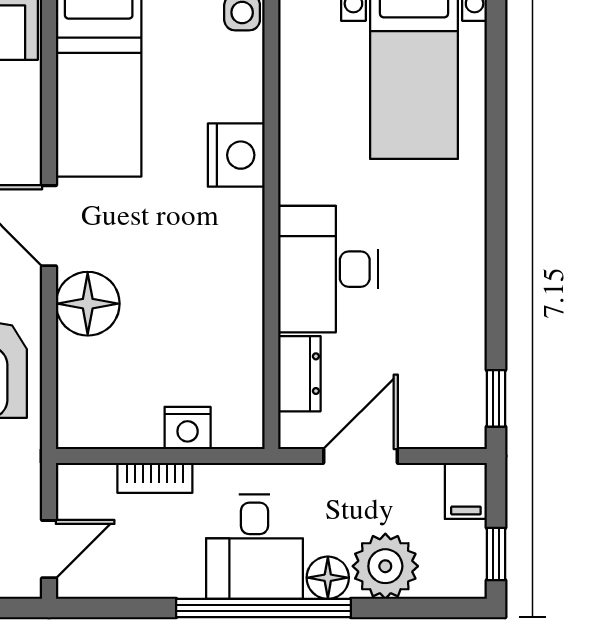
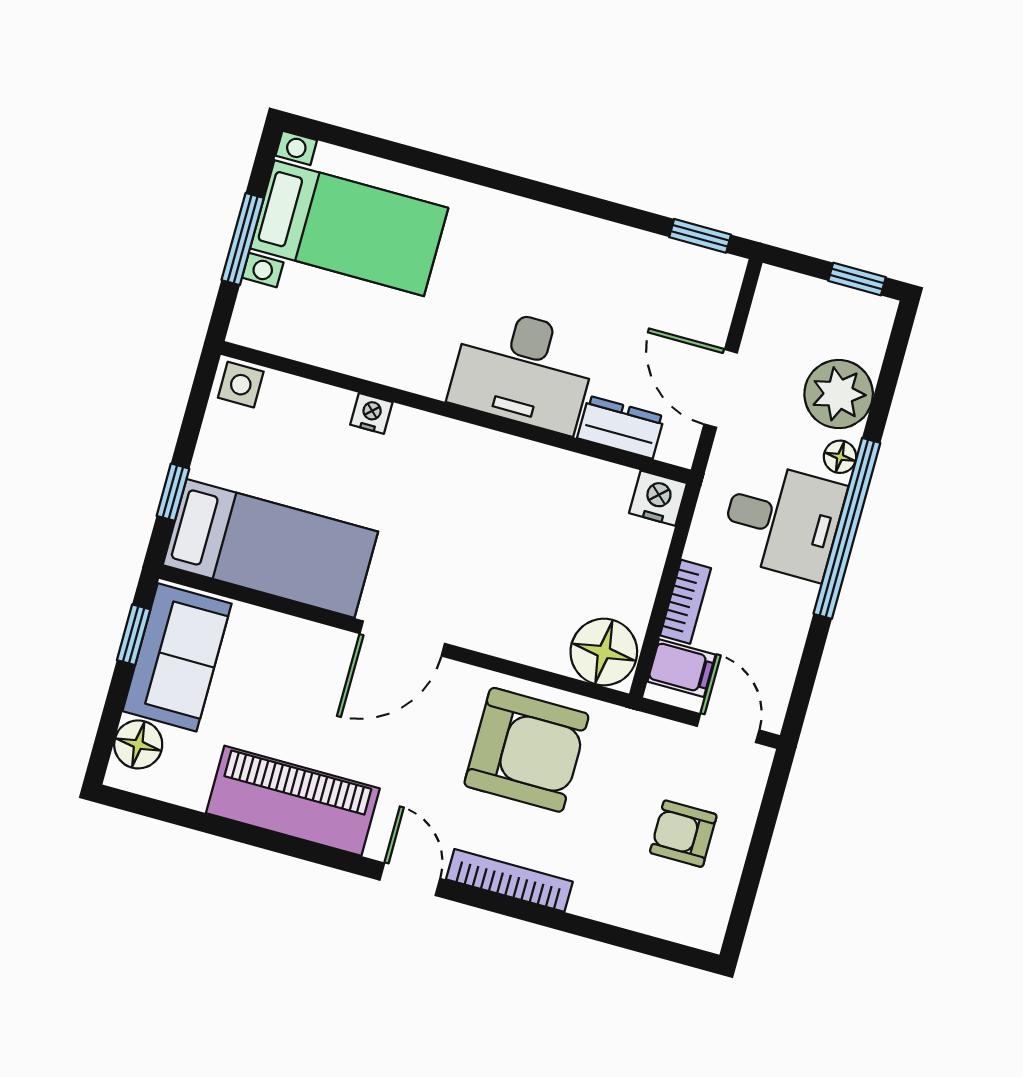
nightstand: (236, 155) -> (371, 413), width x0.53, depth x0.56
floor lamp: (88, 304) -> (604, 652), moved
nightstand: (188, 428) -> (658, 498), moved, turned -90
filing cabinet: (466, 491) -> (681, 668), moved
floor lamp: (328, 578) -> (840, 457), width x0.73, depth x0.73

